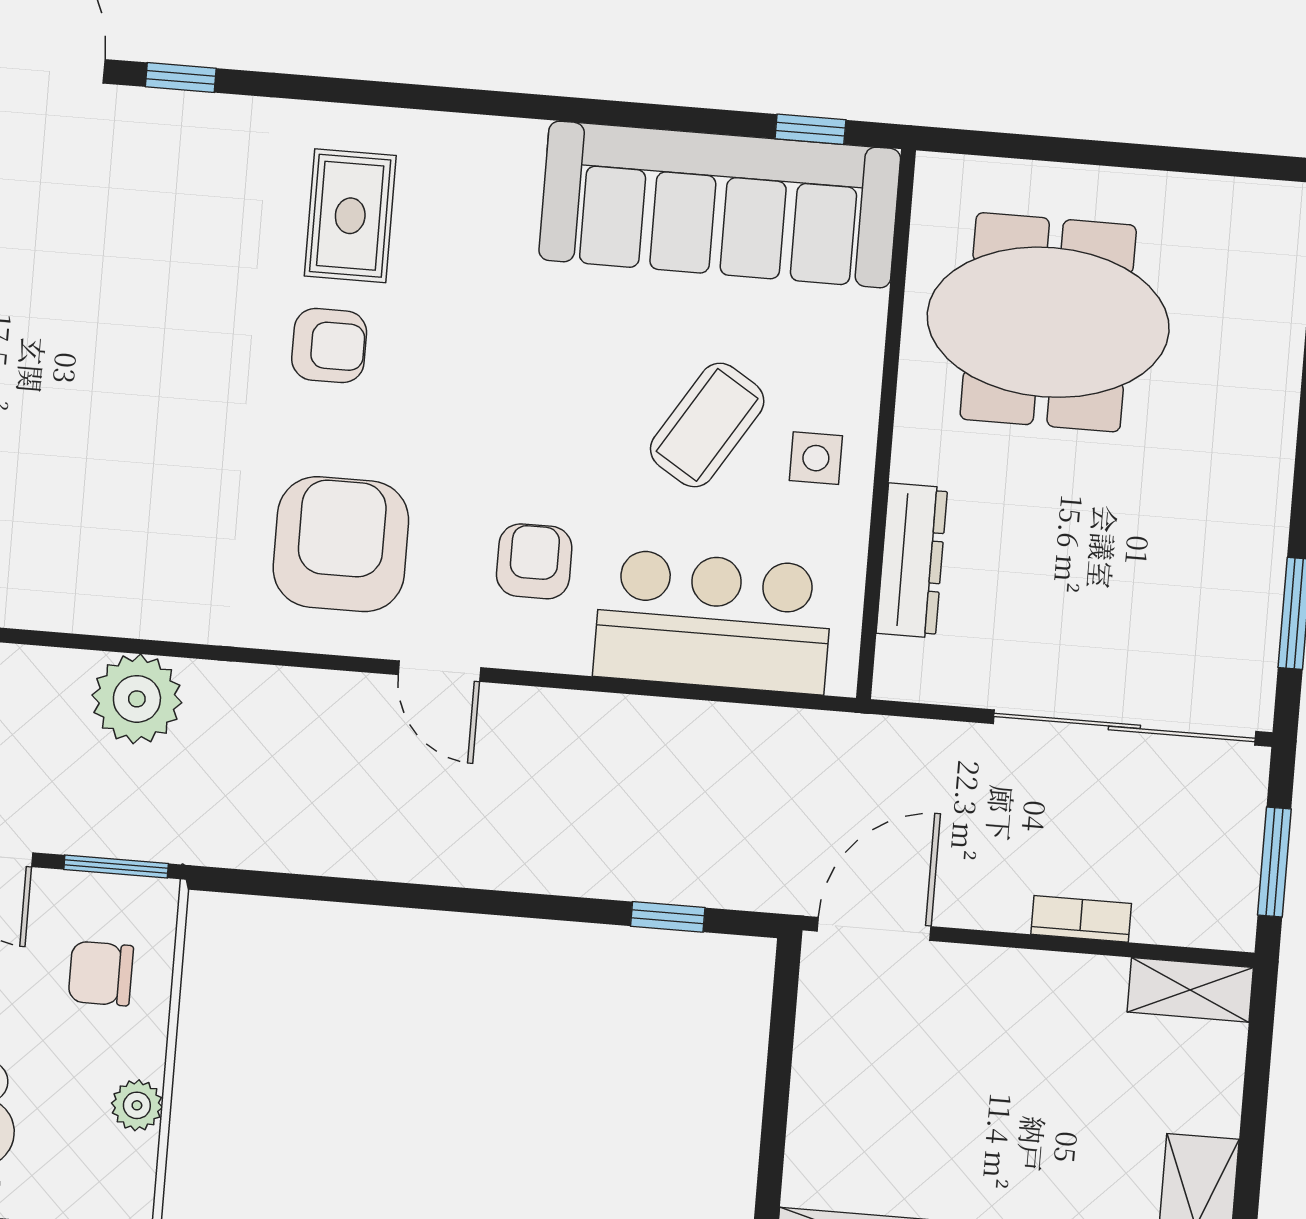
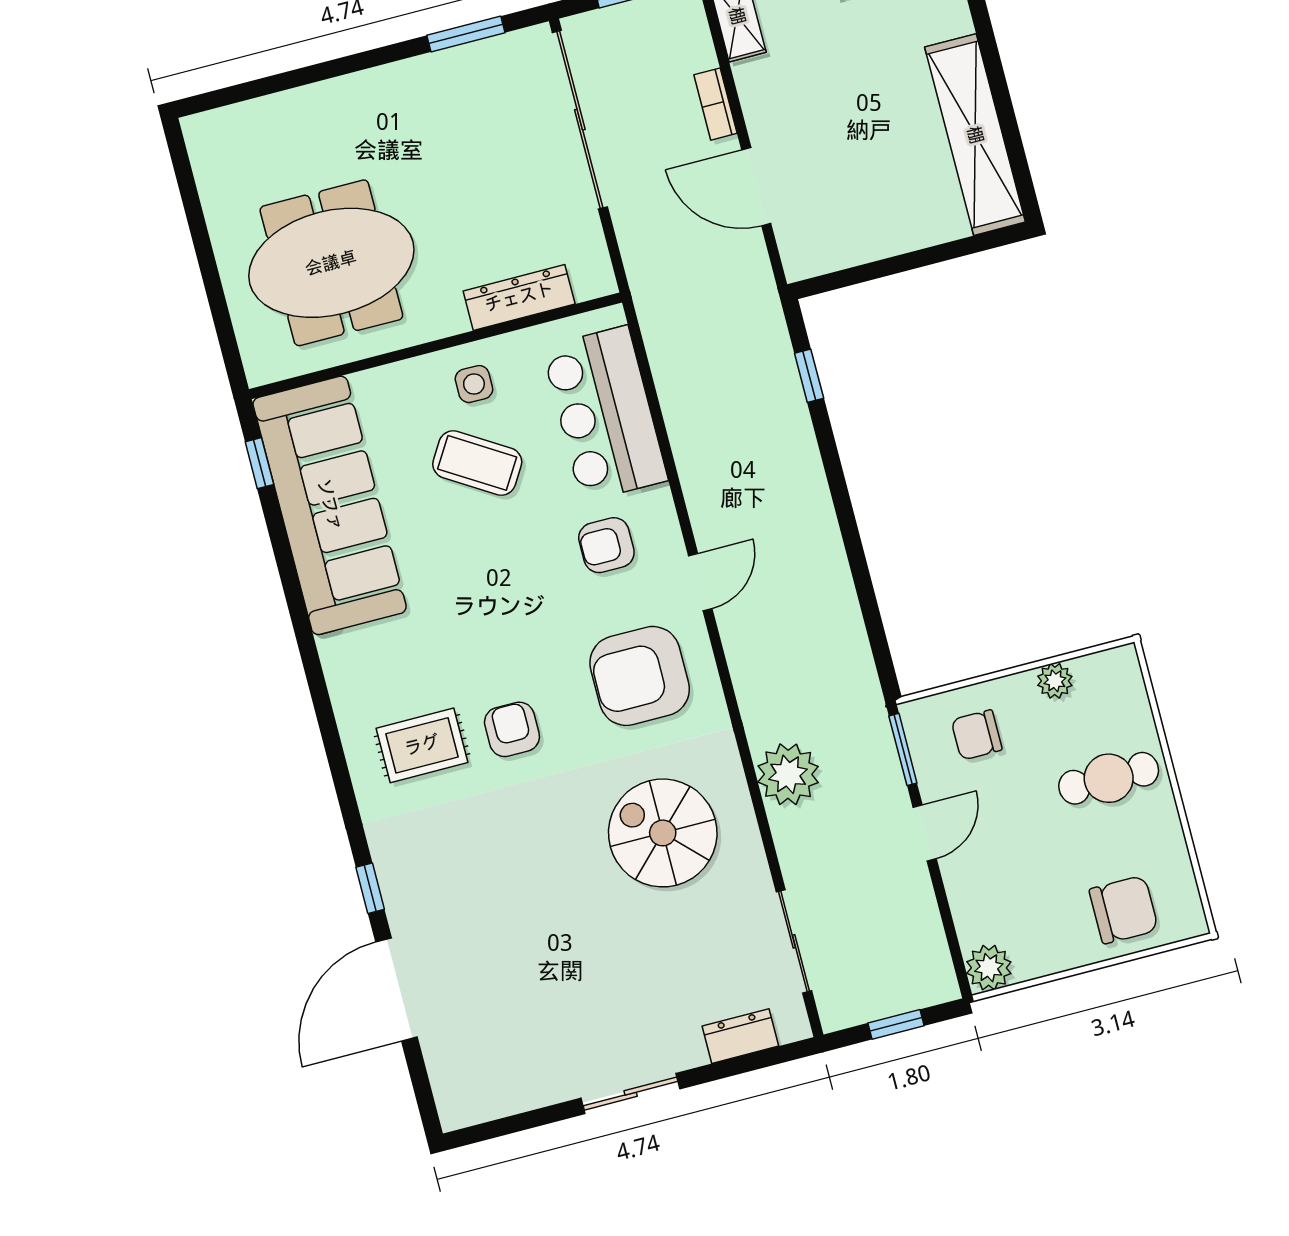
meeting table: (1048, 322) -> (331, 263), turned 90
spiral stairs: (117, 501) -> (663, 833), added
door: (874, 929) -> (756, 187), moved
chair: (101, 973) -> (977, 735), turned 90

